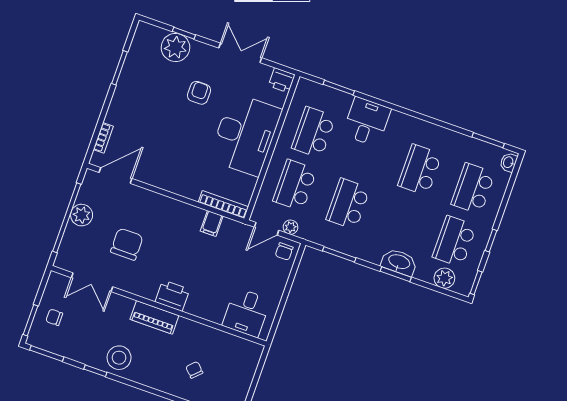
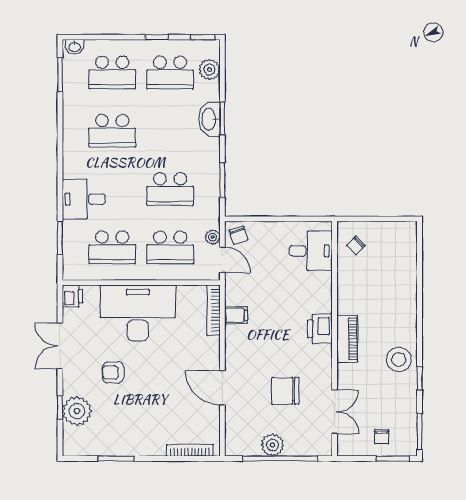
bookcase: (103, 138) -> (190, 450), width x1.56
door: (116, 176) -> (222, 388), moved
chair: (284, 251) -> (238, 235), turned 73
chair: (194, 370) -> (356, 245), moved

